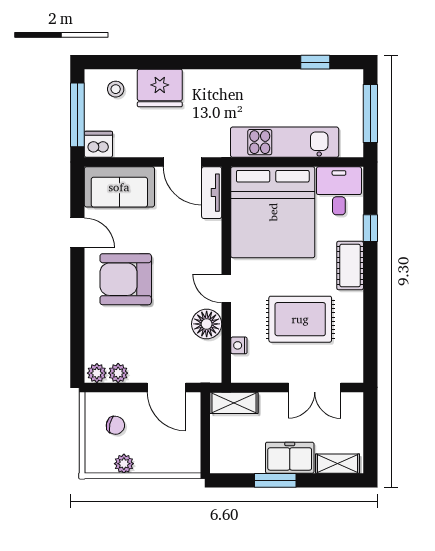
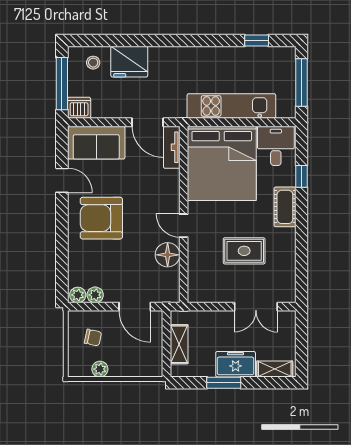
rug: (300, 319) -> (244, 251), width x0.73, depth x0.70
nightstand: (239, 345) -> (194, 272), removed
shelving: (234, 403) -> (179, 344), moved, turned 90

